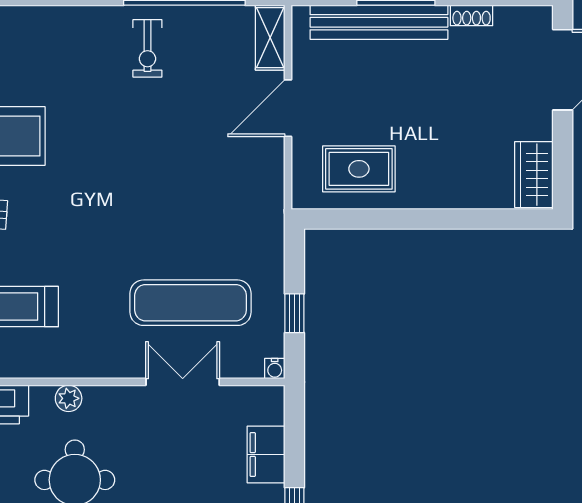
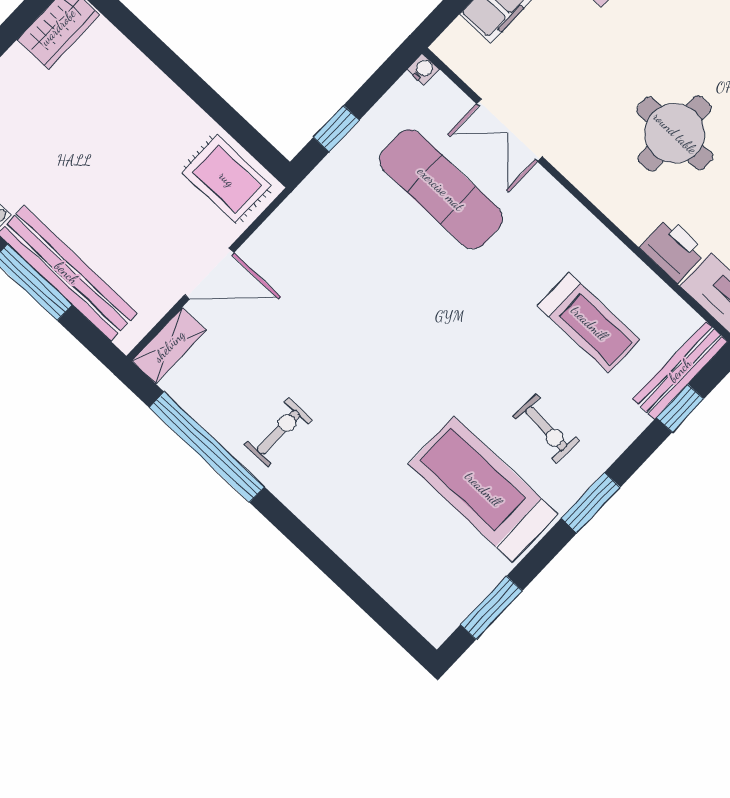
rug: (359, 169) -> (227, 179), moved
window: (294, 313) -> (336, 129), moved
plant: (69, 398) -> (616, 205), removed

